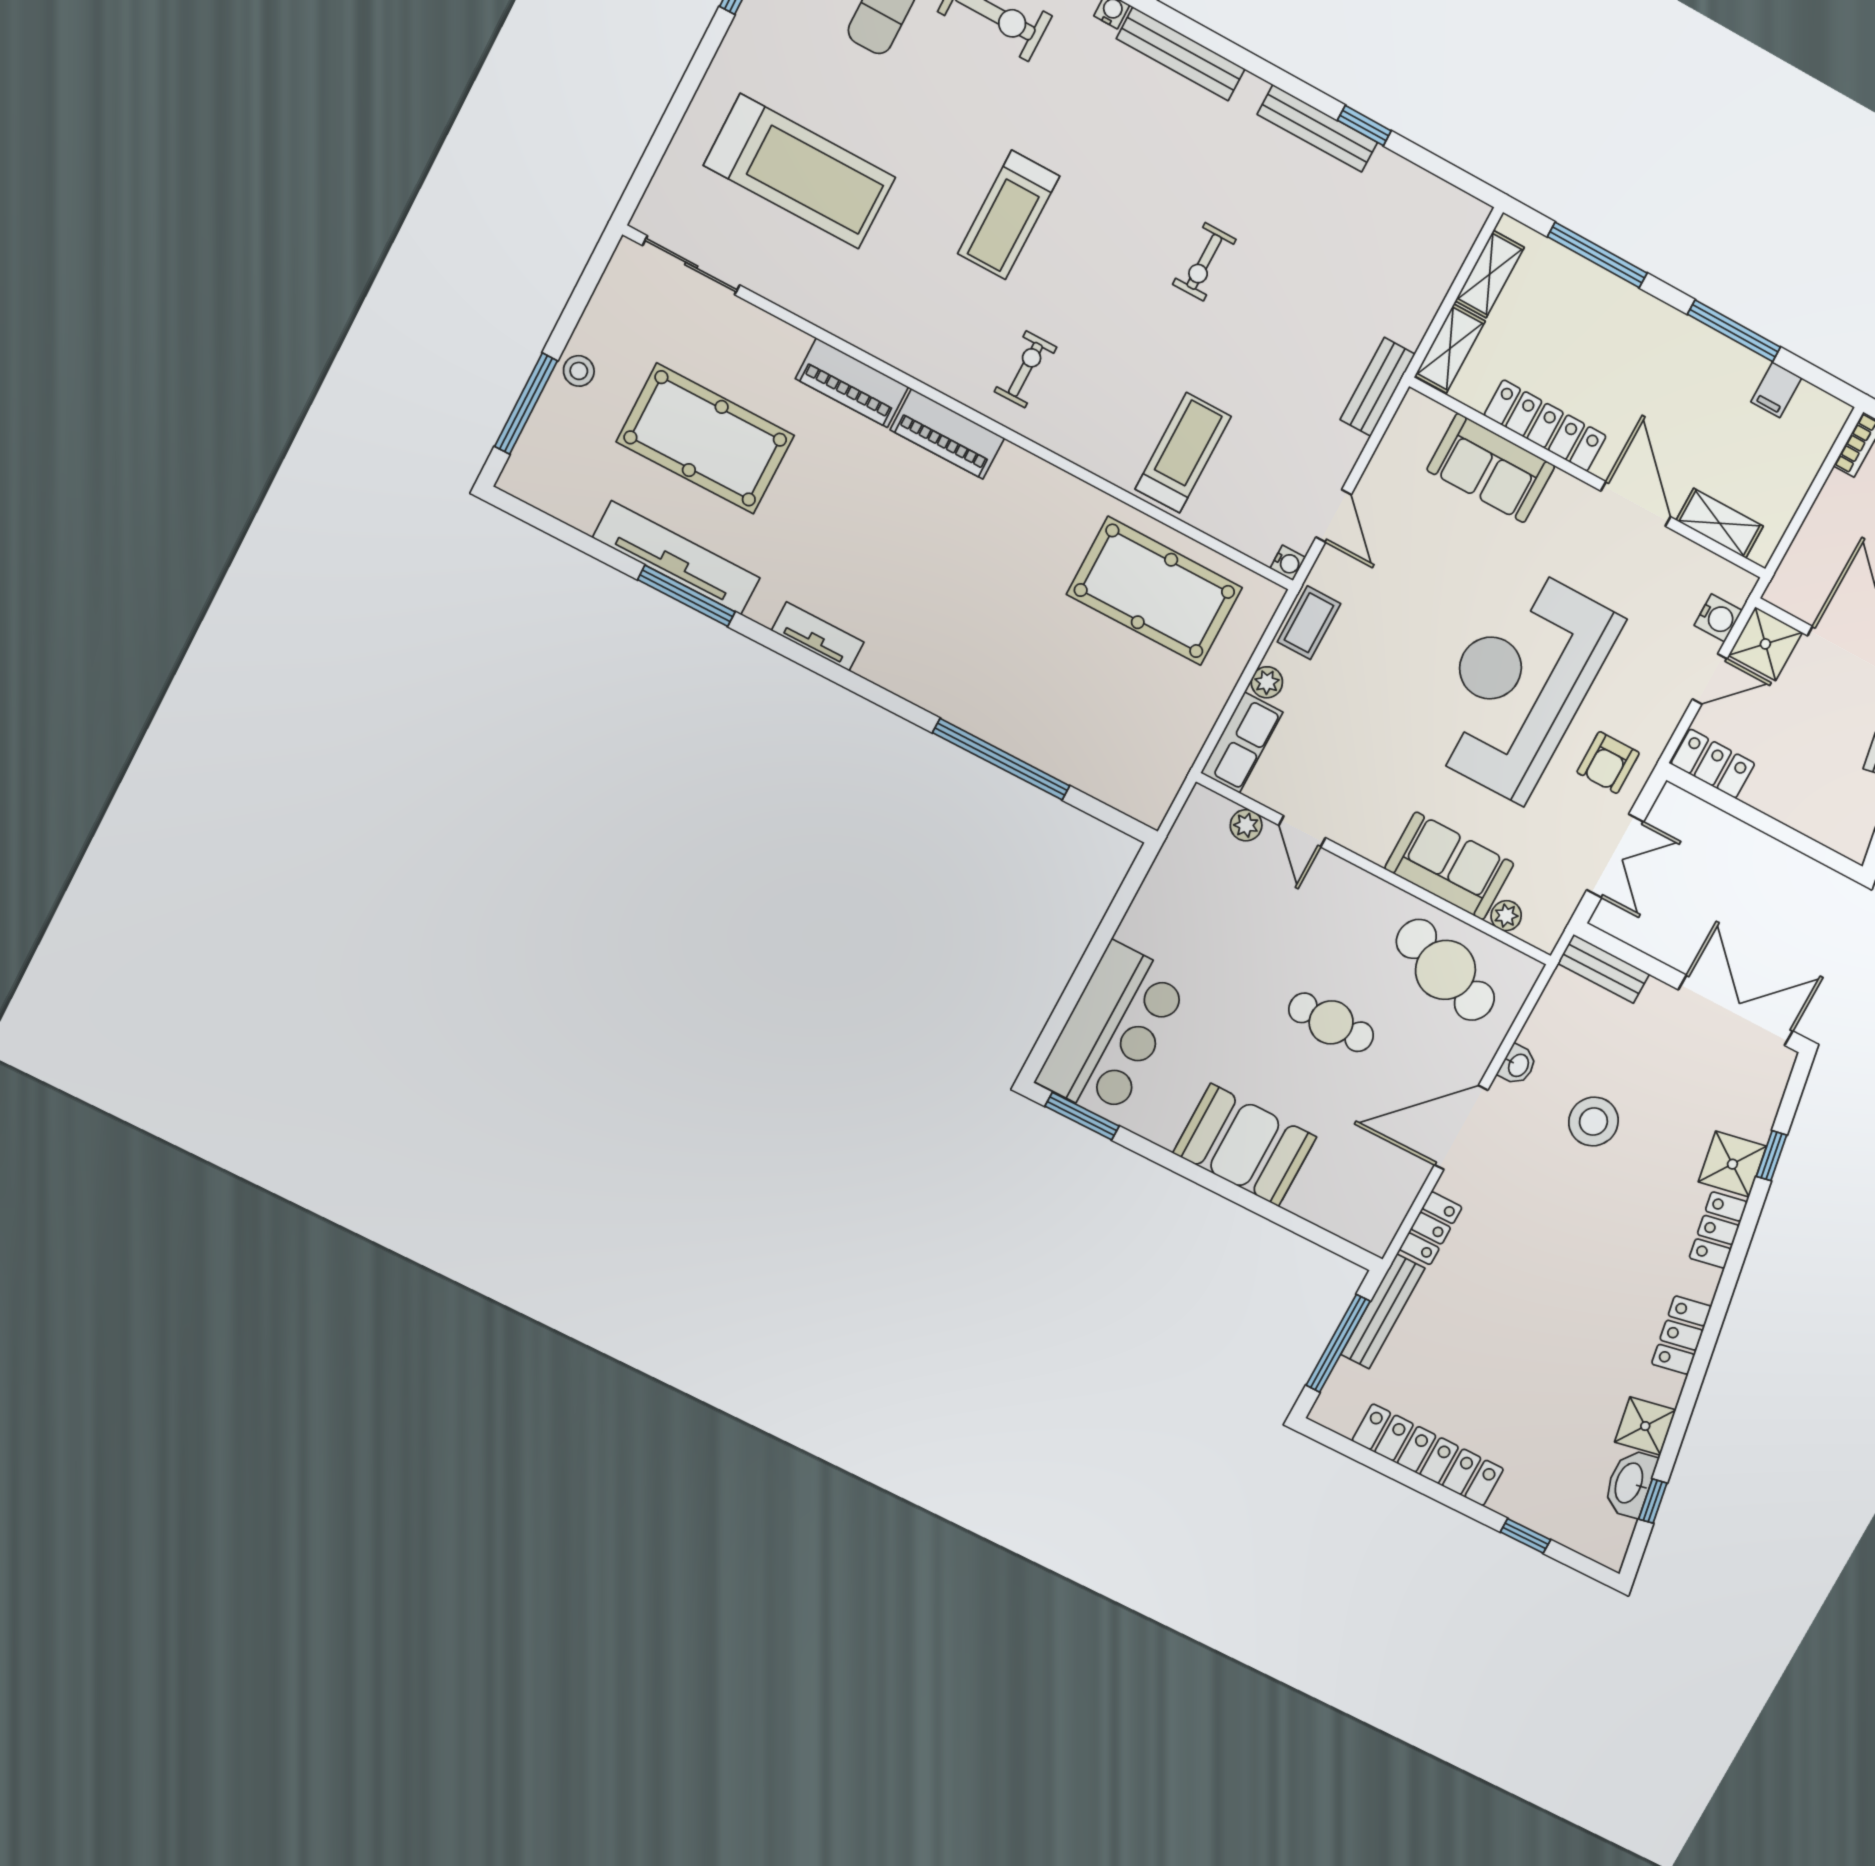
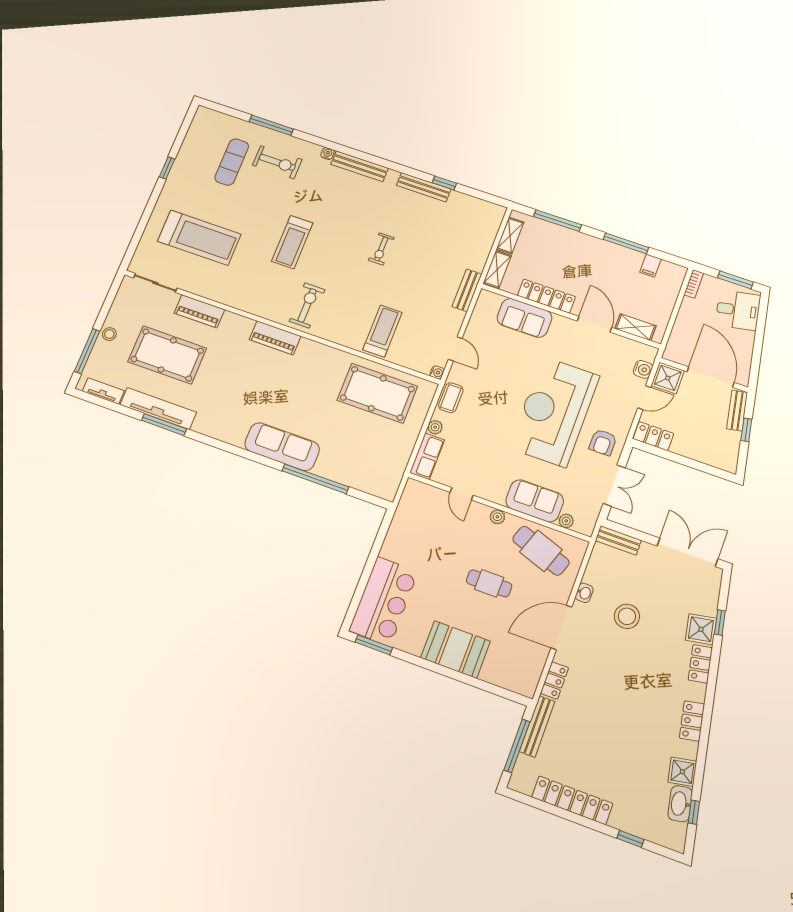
exercise bike: (1026, 369) -> (307, 305), width x1.38, depth x1.39
piano: (852, 383) -> (199, 311), moved
tv unit: (818, 636) -> (103, 391), moved
sofa: (938, 680) -> (282, 447), added
plant: (1246, 825) -> (497, 517), moved

